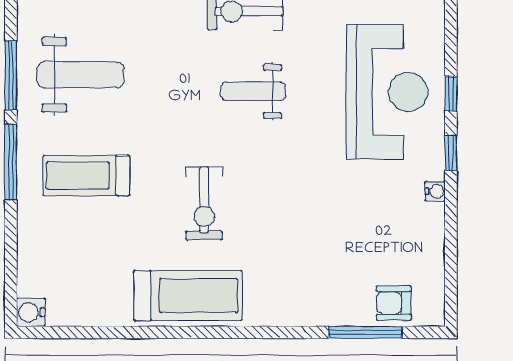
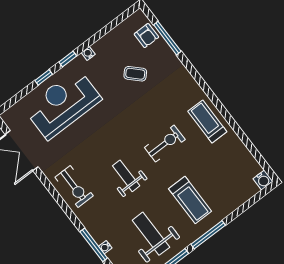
weight bench: (253, 91) -> (126, 176), moved, turned 180
coffee table: (348, 240) -> (135, 74), added
treadmill: (188, 296) -> (207, 121), width x0.73, depth x0.73

